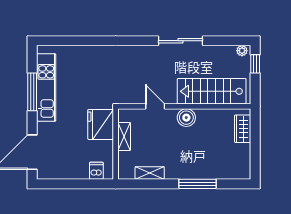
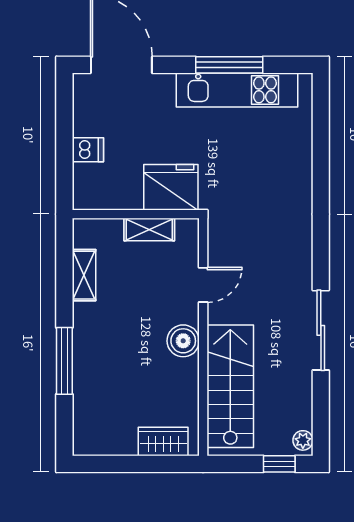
dishwasher: (96, 171) -> (88, 150), moved

